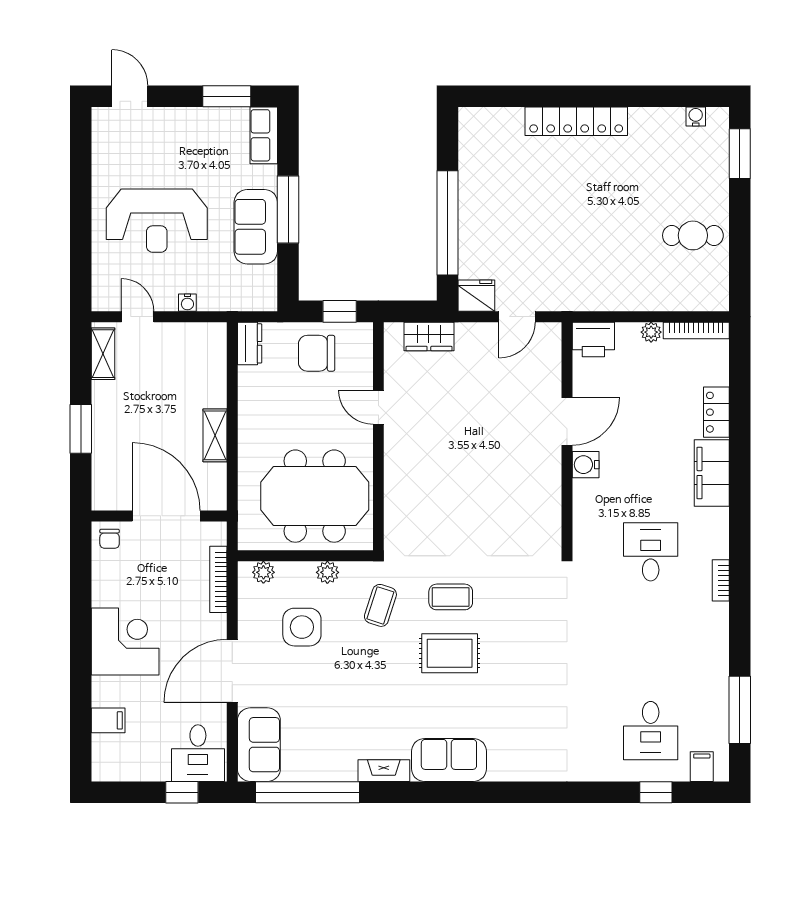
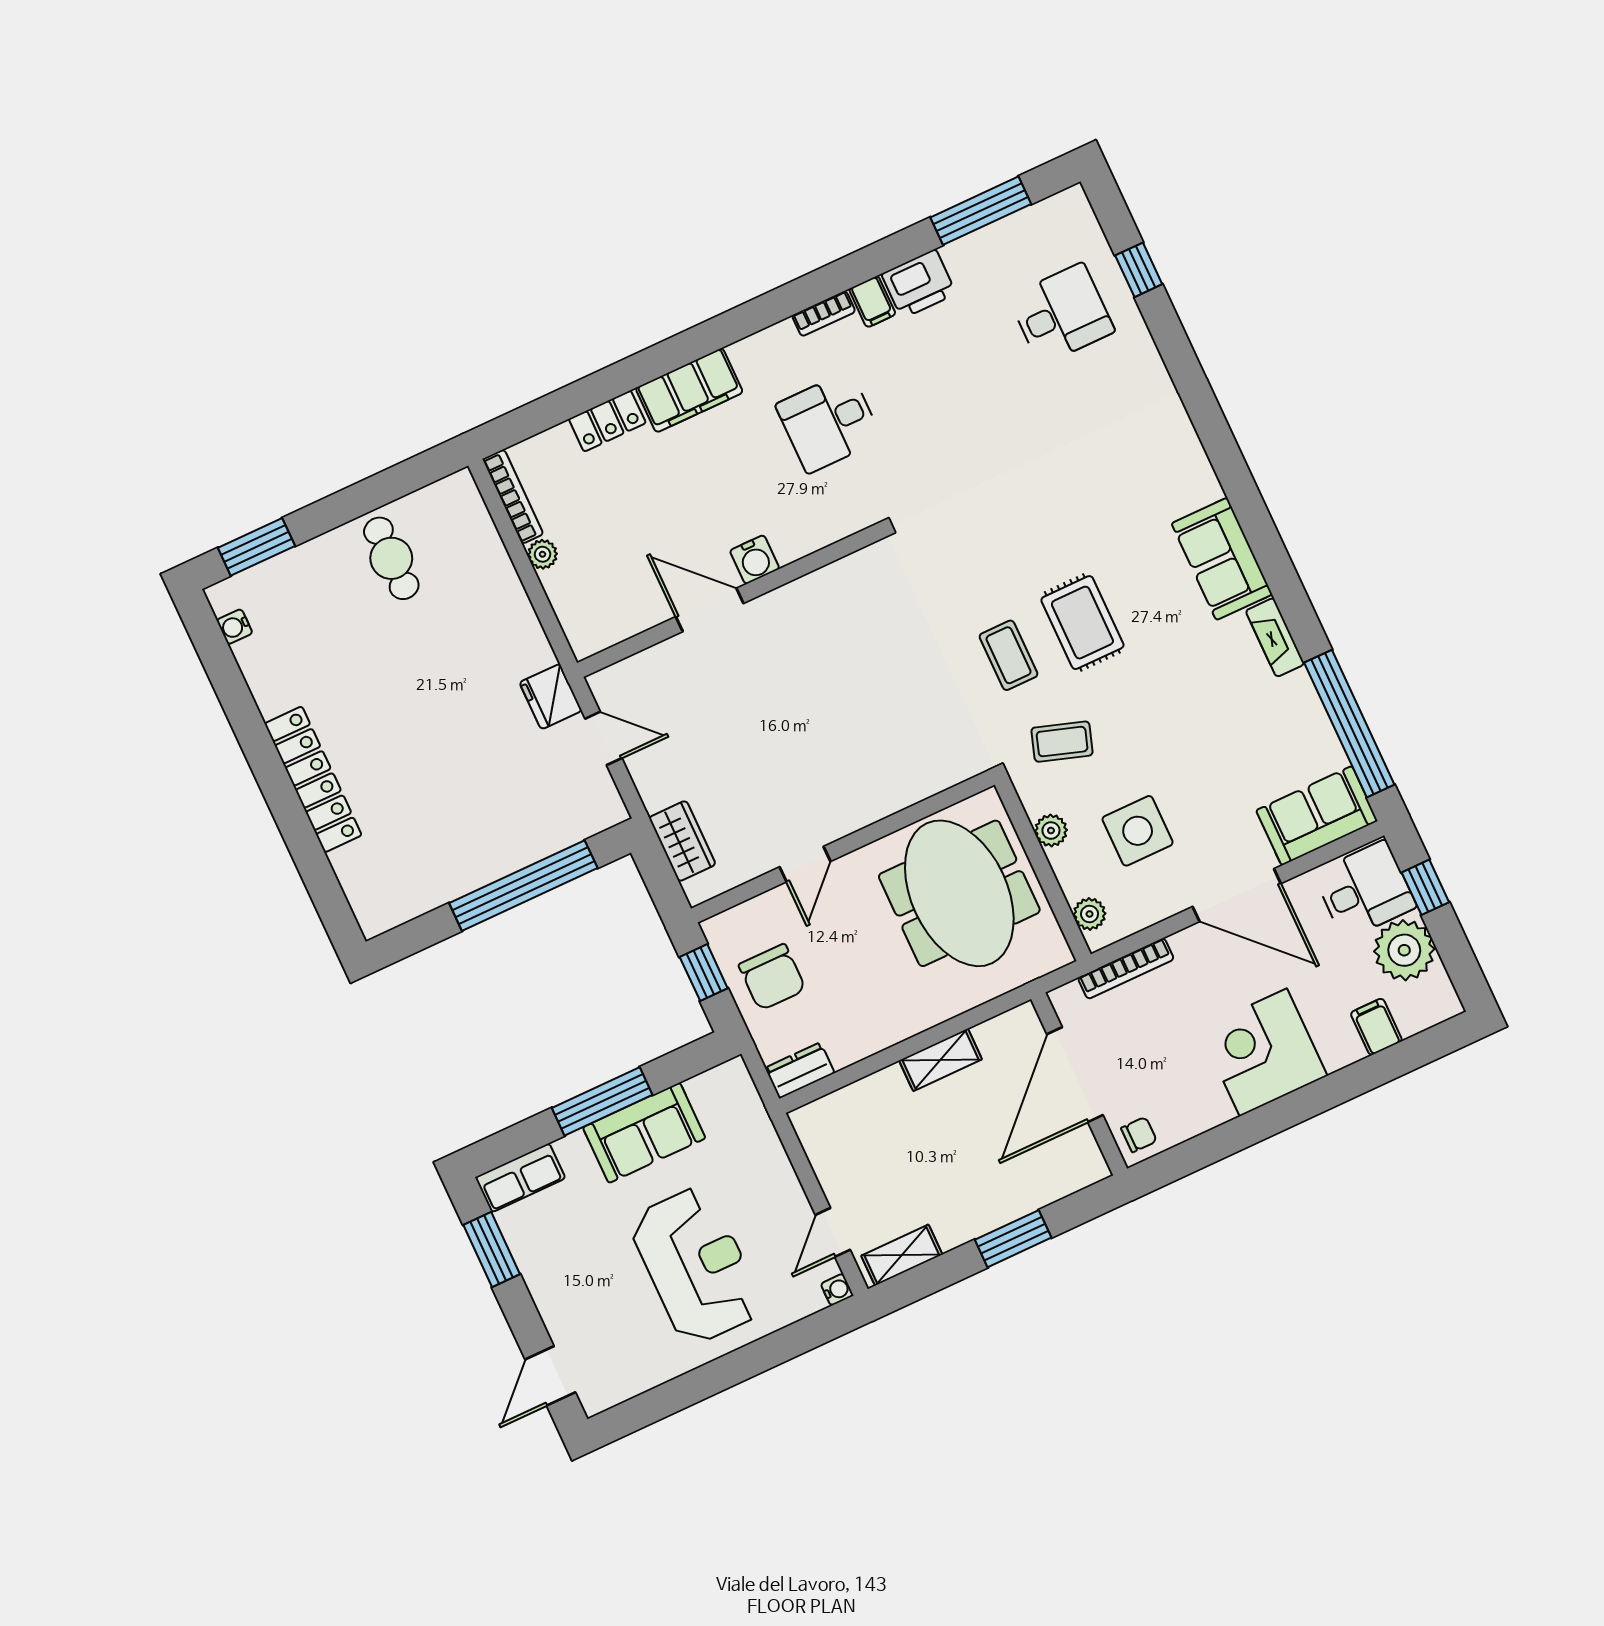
fridge: (476, 296) -> (551, 697), moved
water cooler: (187, 303) -> (837, 1290), moved
printer: (593, 339) -> (919, 284), moved, turned 90
plant: (148, 760) -> (1404, 950), added
filing cabinet: (702, 767) -> (872, 302), moved, turned -90

